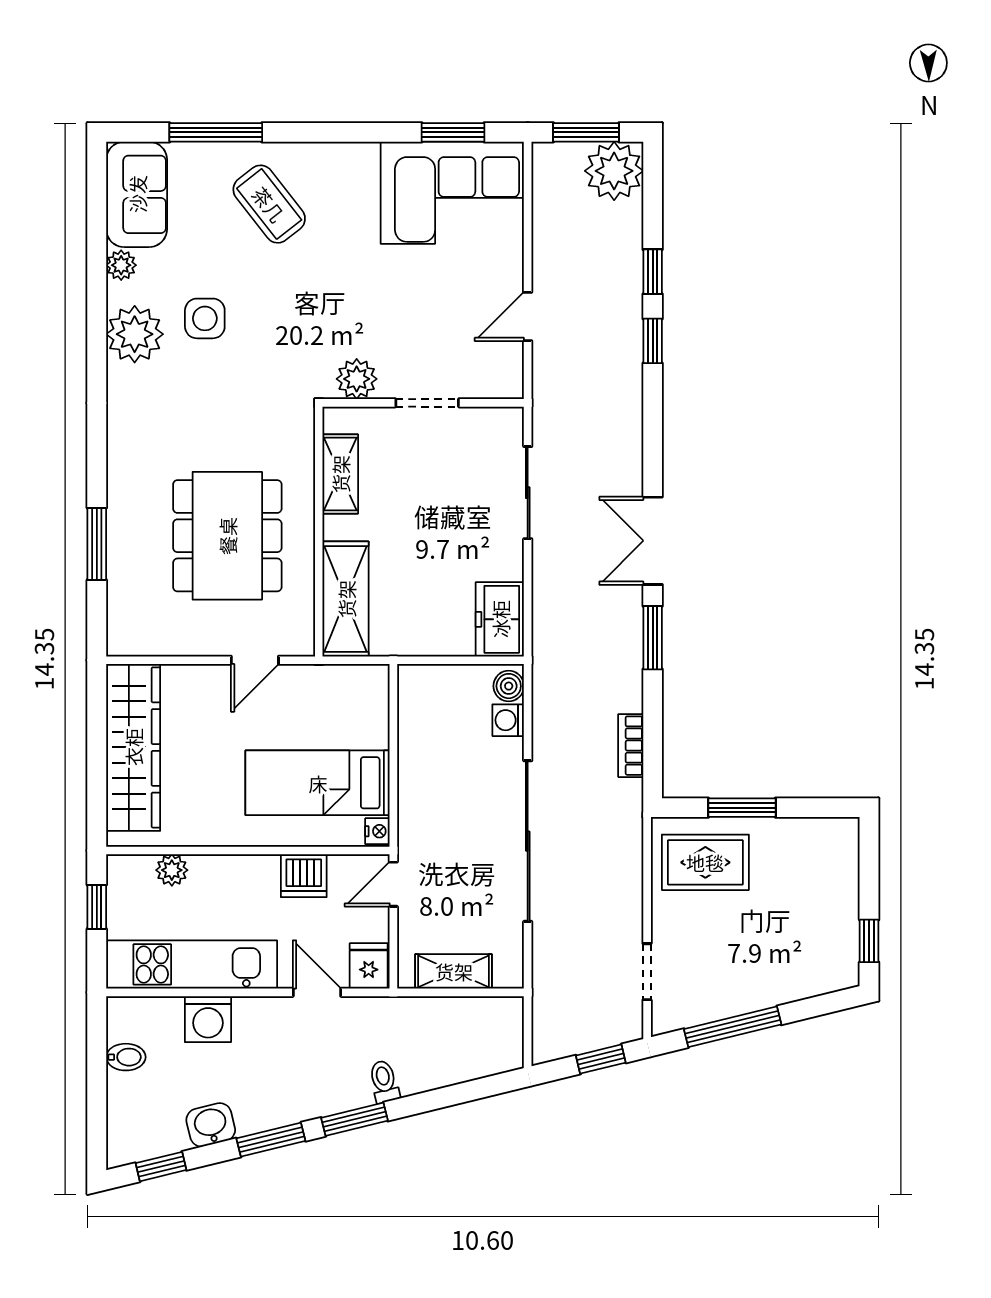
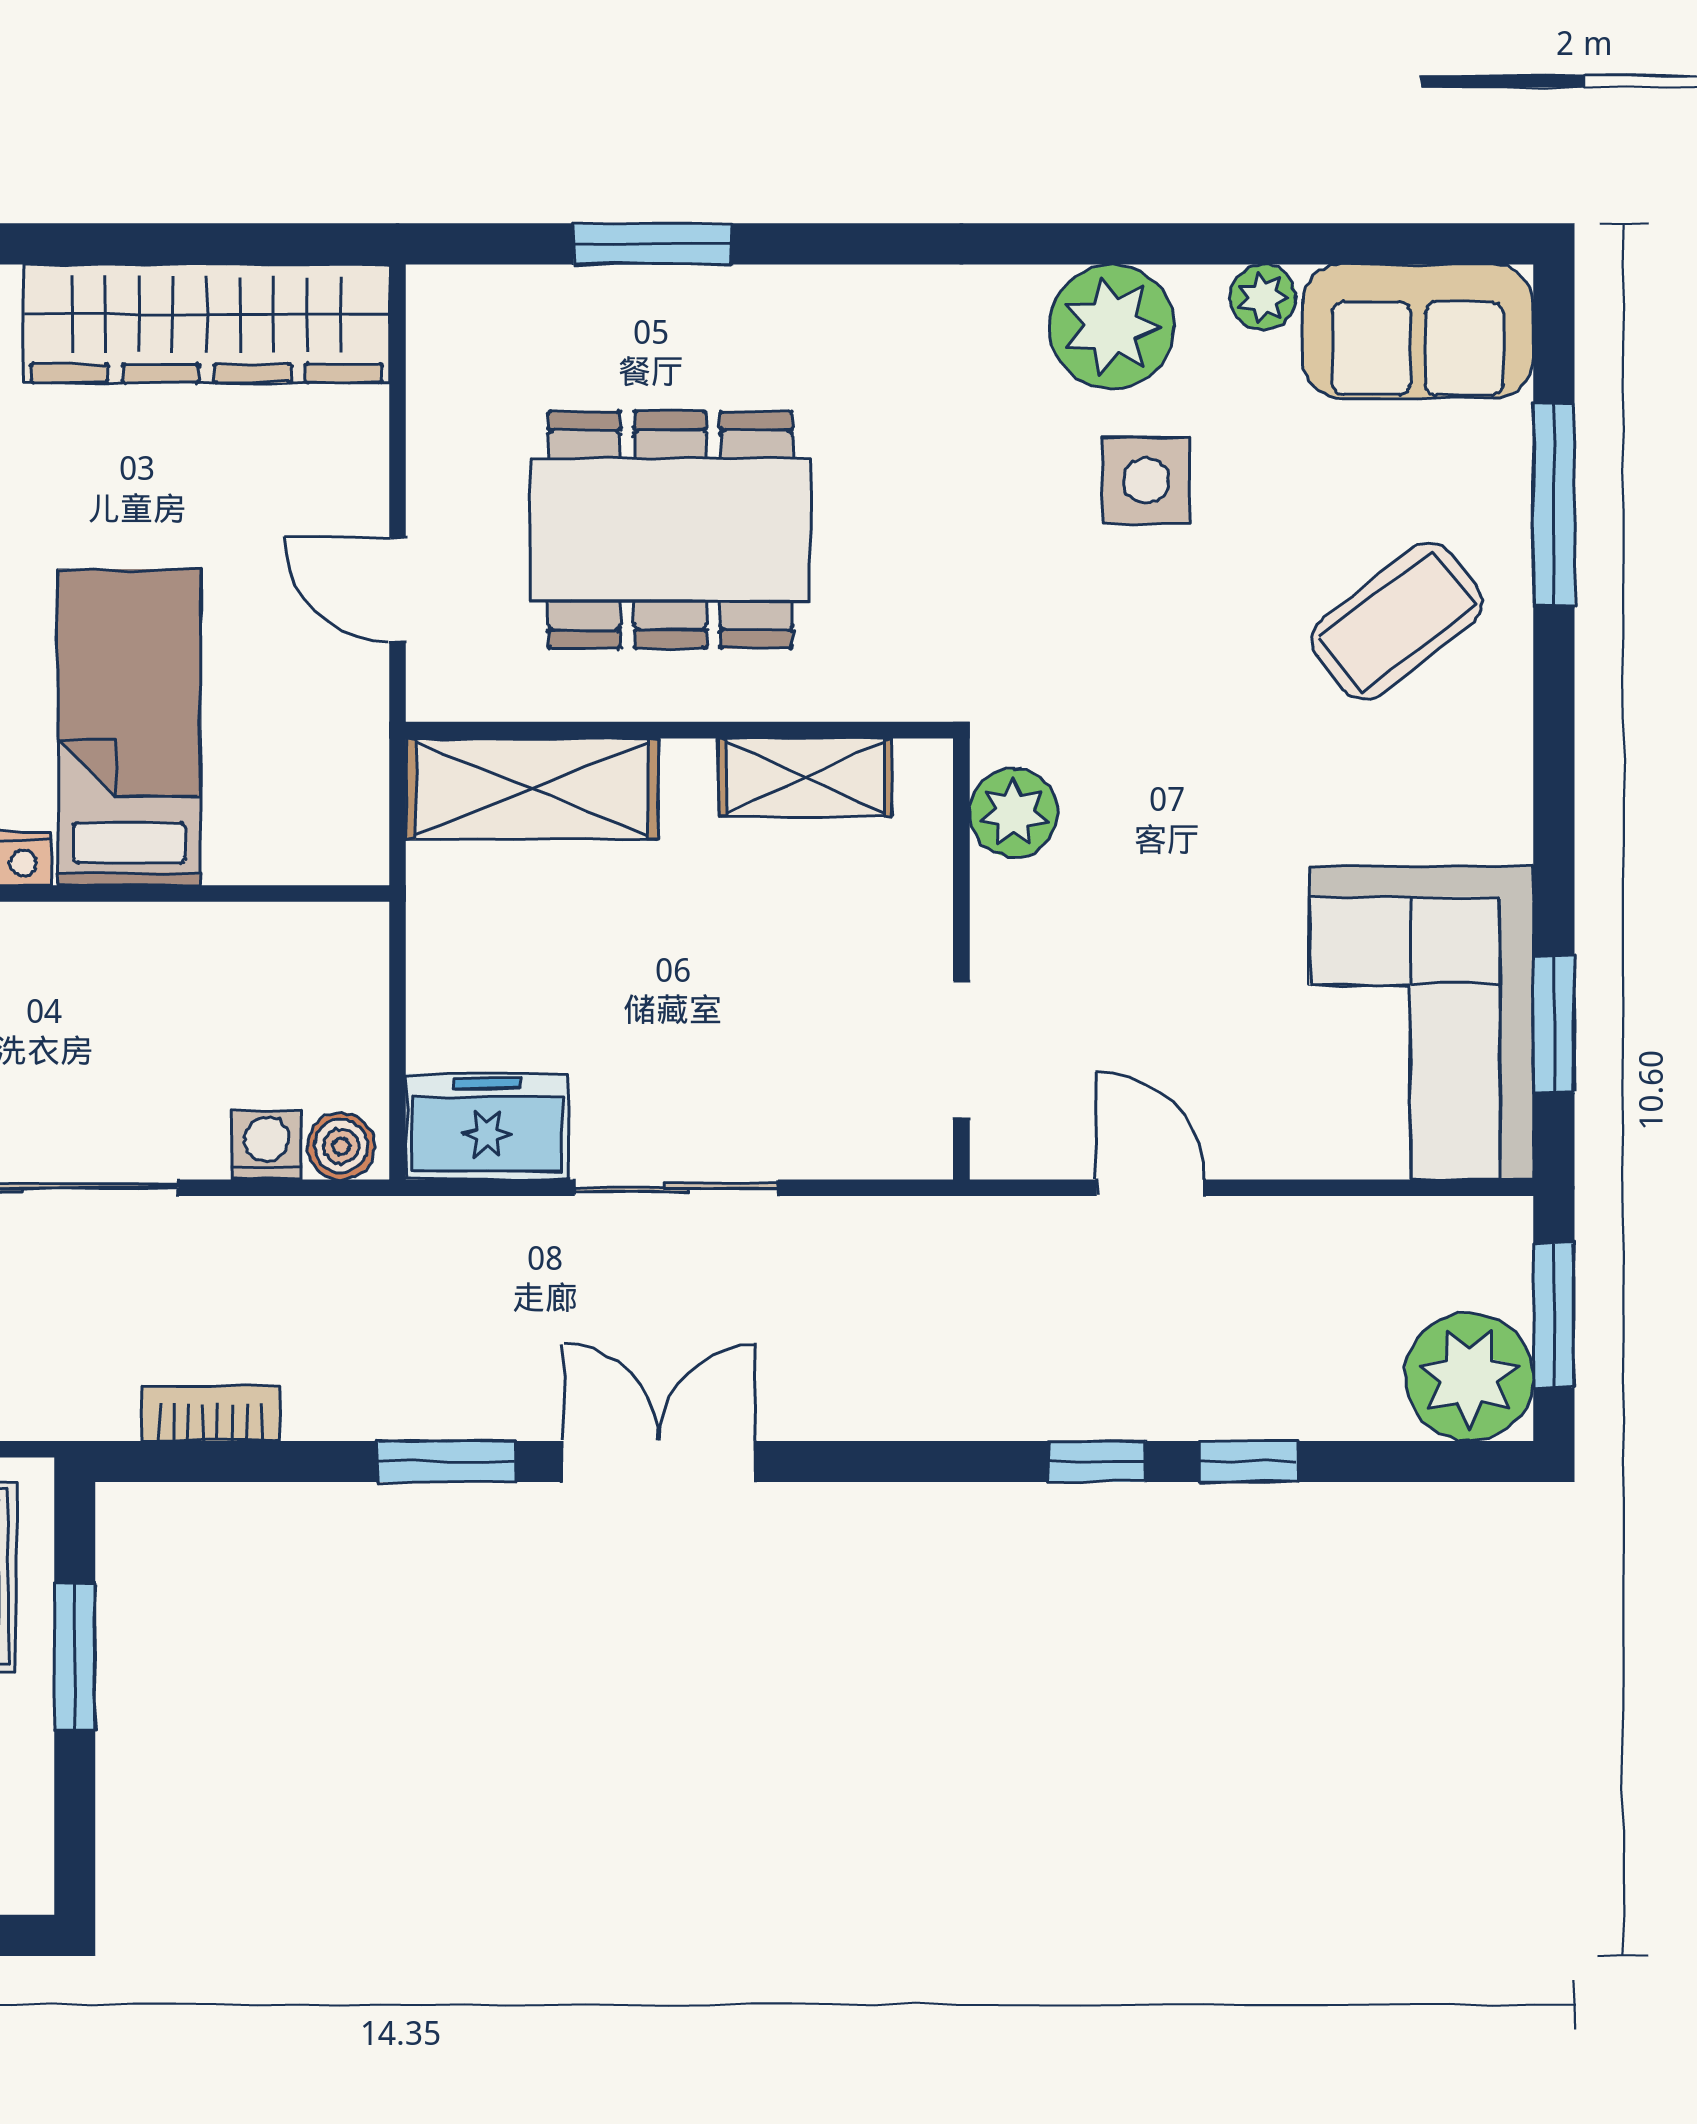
doorway: (427, 403) -> (961, 1051), moved
sliding door: (528, 493) -> (676, 1188), moved

